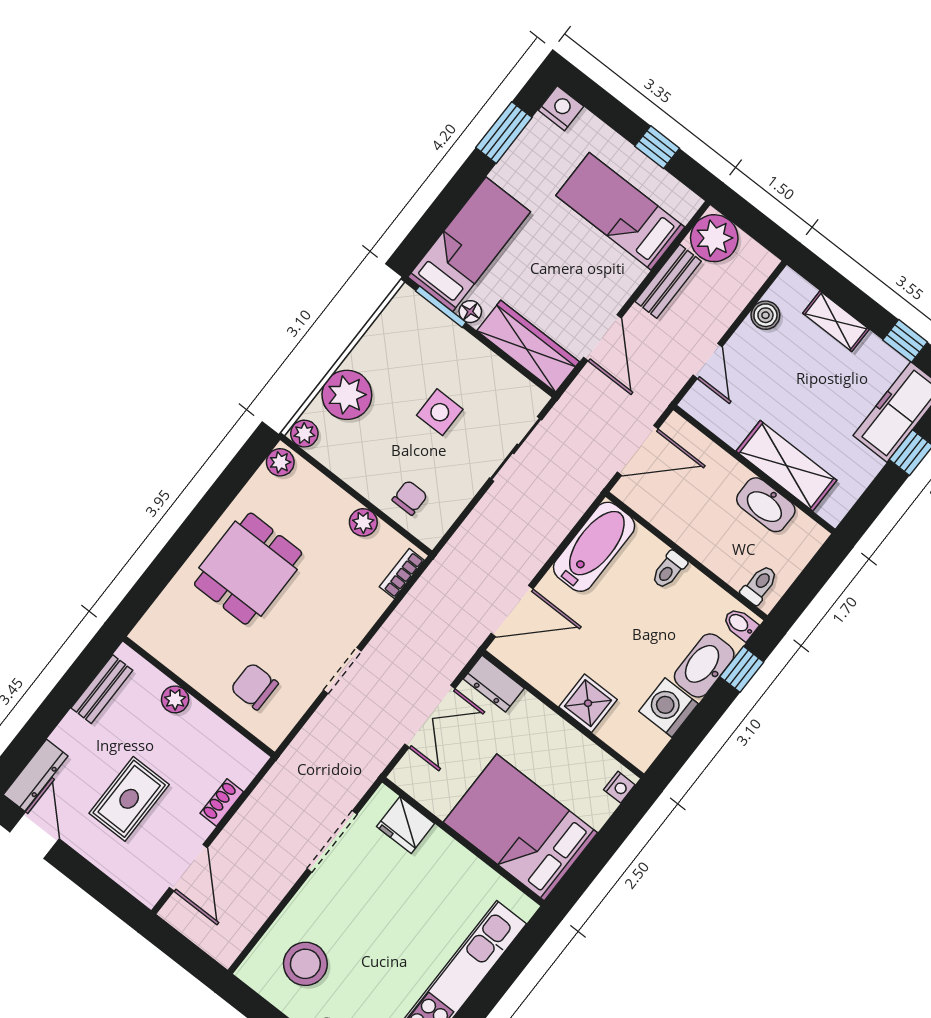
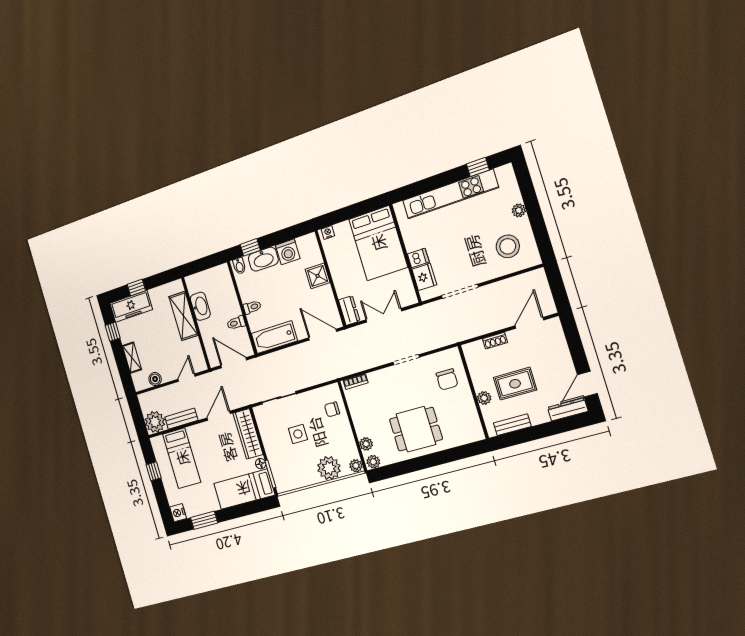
plant: (363, 522) -> (366, 444), moved
toilet: (759, 585) -> (236, 323), moved
rug: (129, 799) -> (515, 384), moved
dishwasher: (437, 849) -> (418, 258), added

